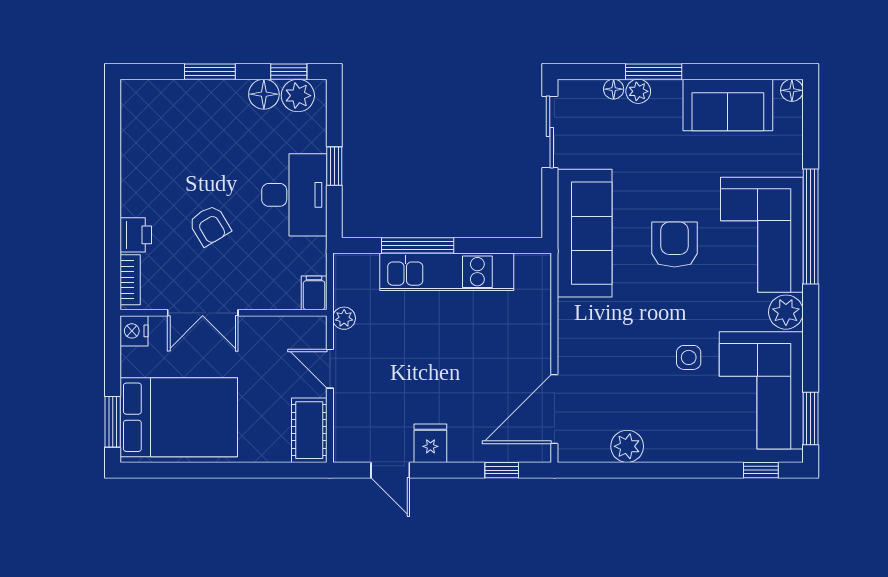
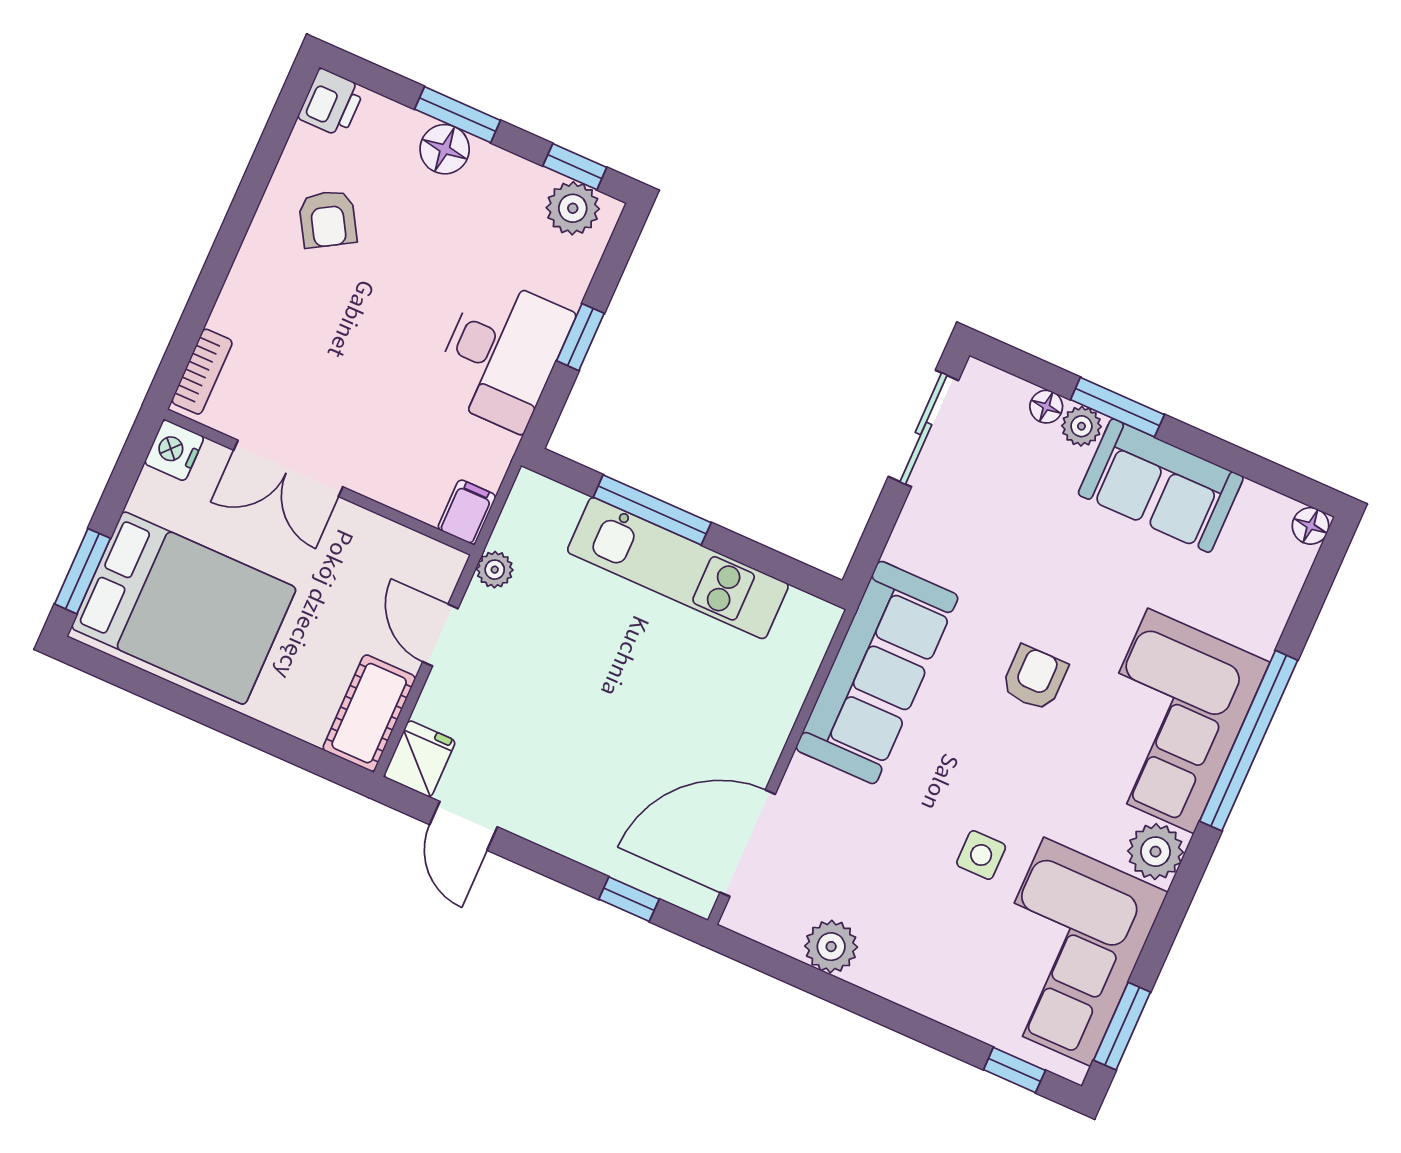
floor lamp: (264, 94) -> (445, 149), moved
sofa: (728, 105) -> (1161, 486), moved
armchair: (210, 226) -> (328, 219), moved
sofa: (585, 233) -> (877, 673), moved
printer: (136, 235) -> (331, 103), moved
armchair: (675, 245) -> (1034, 678), width x0.72, depth x0.72
fridge: (430, 443) -> (420, 759), moved

